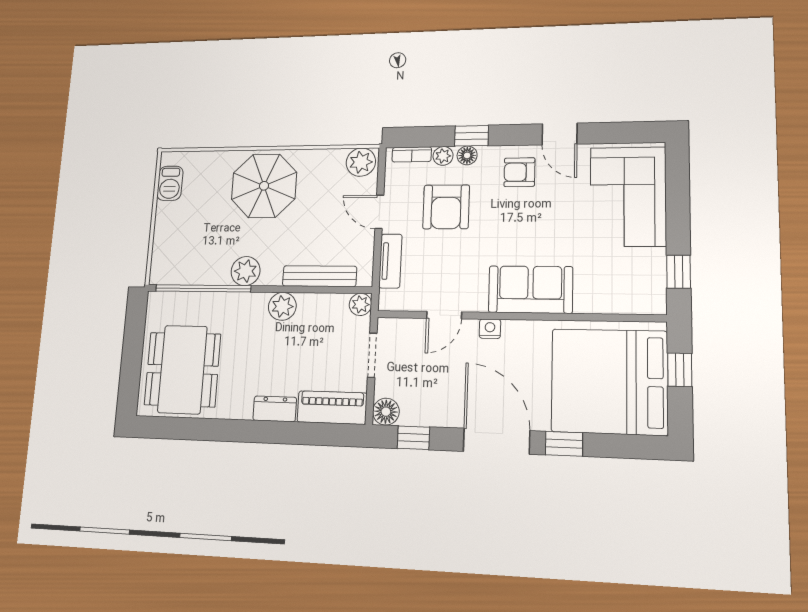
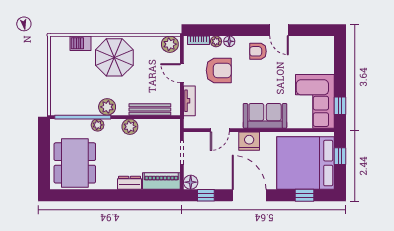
window: (472, 136) -> (231, 30), removed
barbecue: (170, 183) -> (80, 43), moved, turned 90
corner sofa: (628, 197) -> (315, 101), moved
armchair: (446, 207) -> (219, 70), turned -90
plant: (360, 304) -> (98, 125), moved
nightstand: (490, 329) -> (249, 141), width x1.89, depth x1.79
window: (564, 444) -> (304, 195), moved

